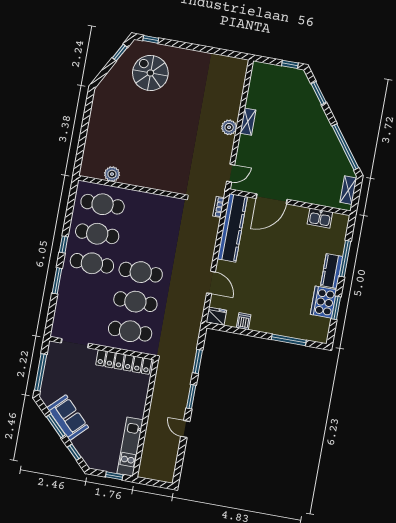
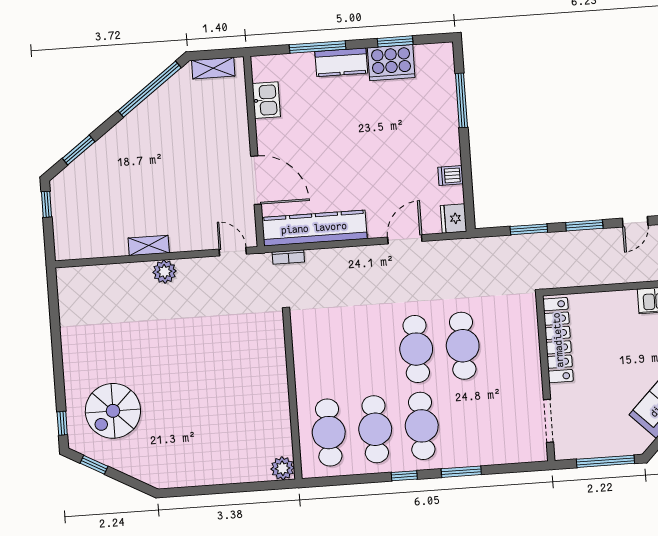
plant: (112, 174) -> (283, 468), moved
cafe table: (130, 331) -> (509, 342), removed

